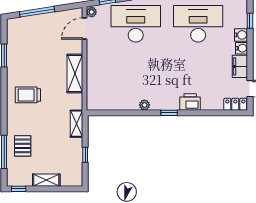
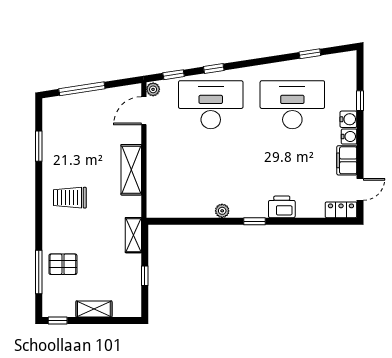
pallet: (23, 146) -> (63, 264), turned 90

